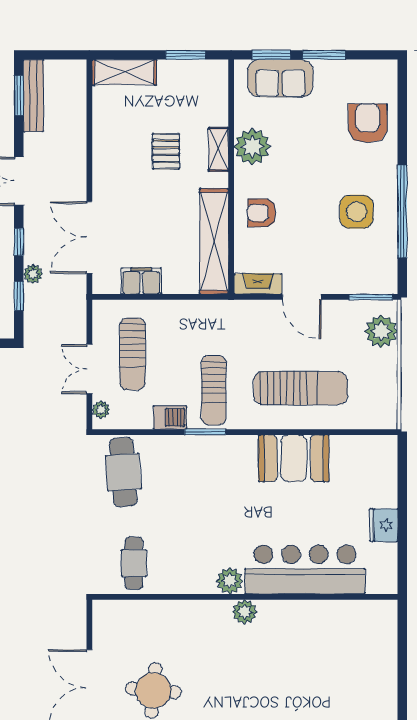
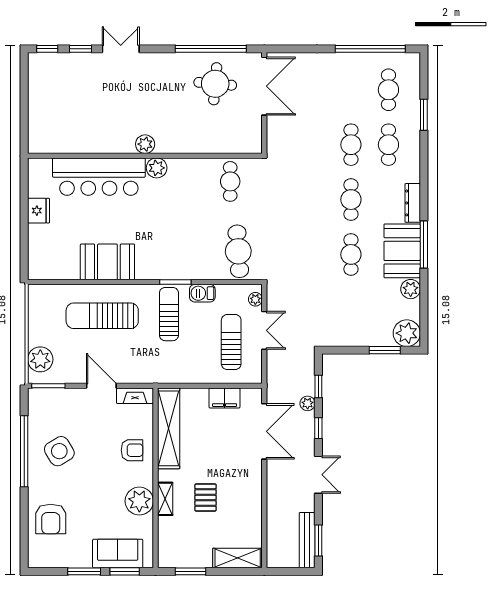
side table: (356, 212) -> (59, 451), turned -31

